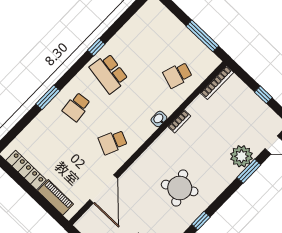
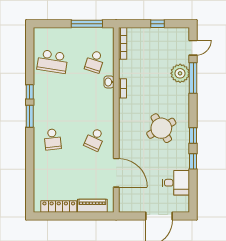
school desk: (109, 73) -> (52, 62), moved
window: (48, 97) -> (30, 116), moved
washbasin: (159, 119) -> (109, 82), moved
window: (249, 171) -> (193, 78), width x1.44

